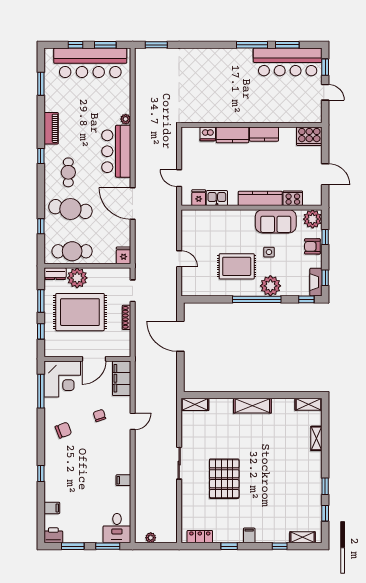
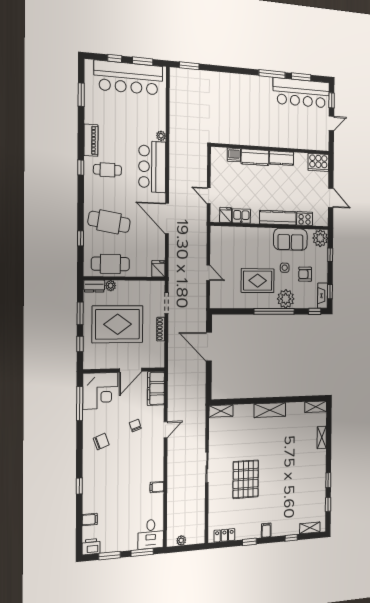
door: (325, 92) -> (331, 123), hinge flipped
cafe table: (68, 172) -> (107, 170), moved, turned 90
armchair: (312, 246) -> (305, 274), moved
plant: (77, 278) -> (111, 286), width x0.53, depth x0.53

